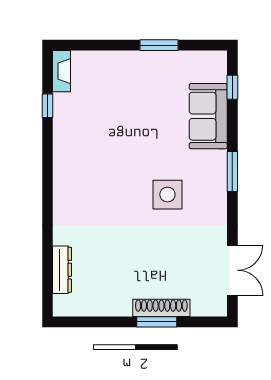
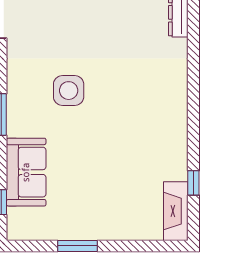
fireplace: (62, 71) -> (176, 211), width x1.37, depth x1.32

